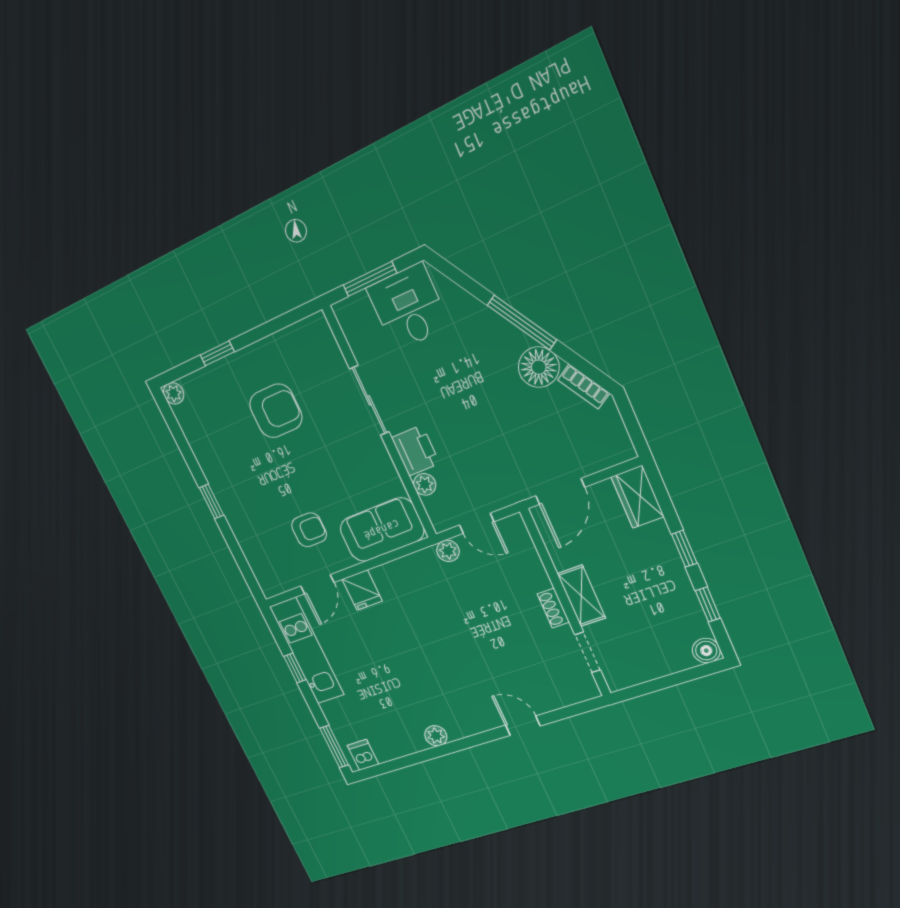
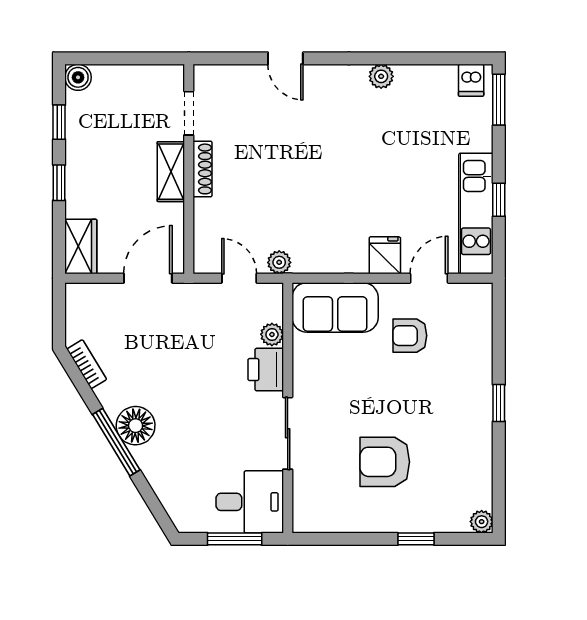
desk: (408, 307) -> (250, 502), moved, turned -90
floor lamp: (539, 367) -> (136, 426), moved
shoe rack: (553, 608) -> (203, 169), width x1.43

